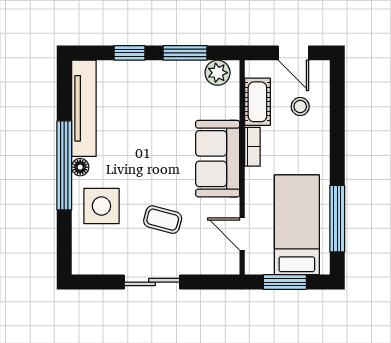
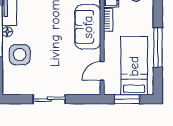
window: (337, 219) -> (158, 47), moved
coffee table: (163, 220) -> (56, 63), removed
door: (242, 234) -> (102, 71), hinge flipped

